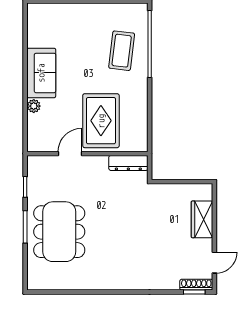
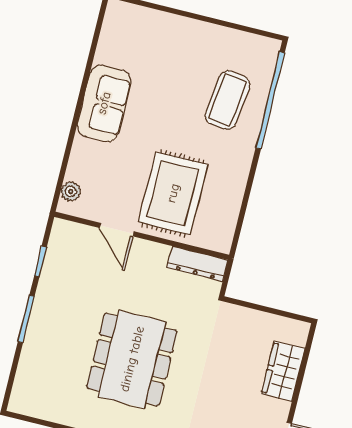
plant: (34, 106) -> (71, 191), moved
door: (70, 154) -> (117, 230), swing flipped
dining table: (59, 232) -> (132, 359), moved

